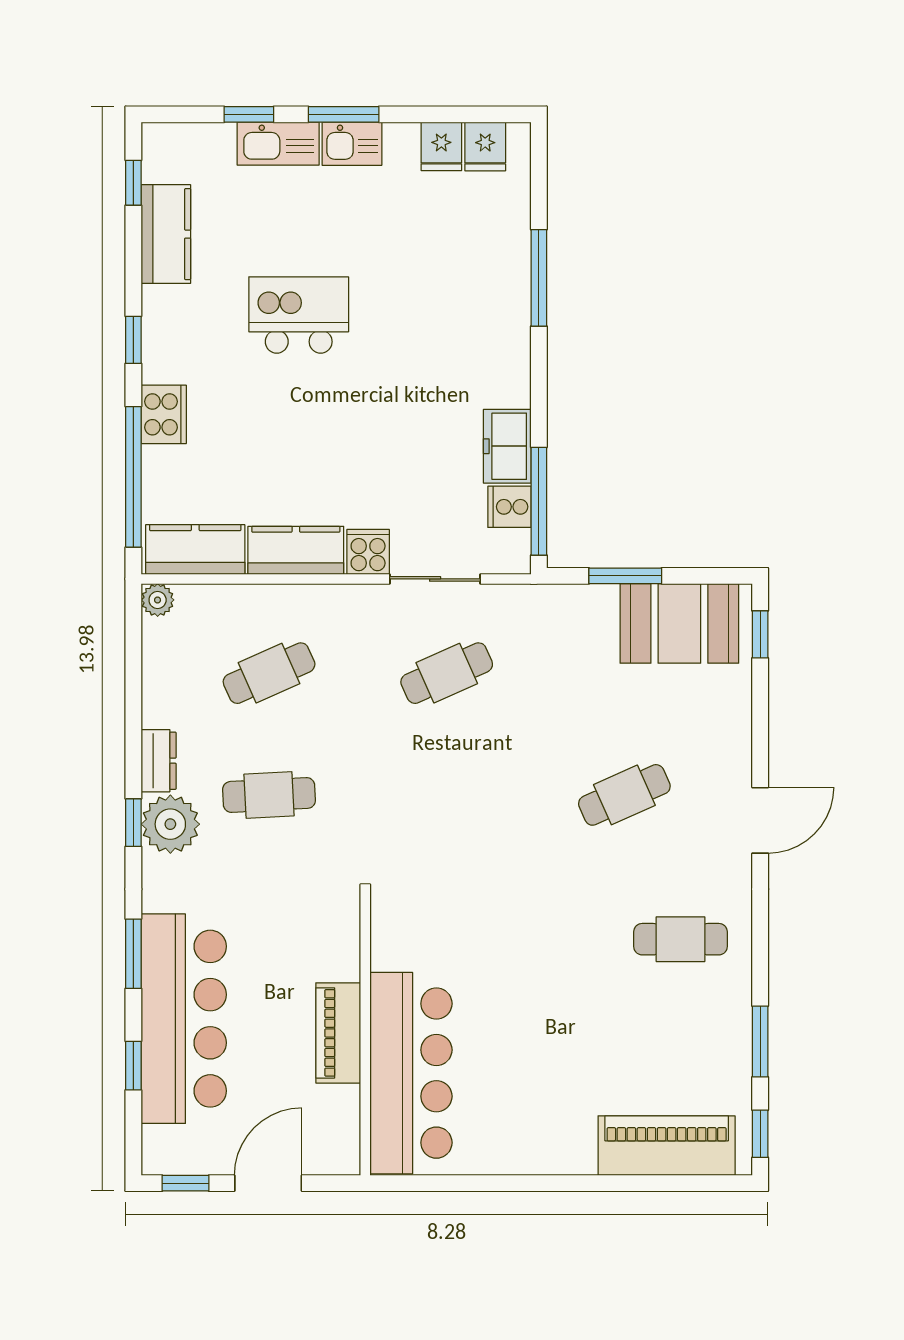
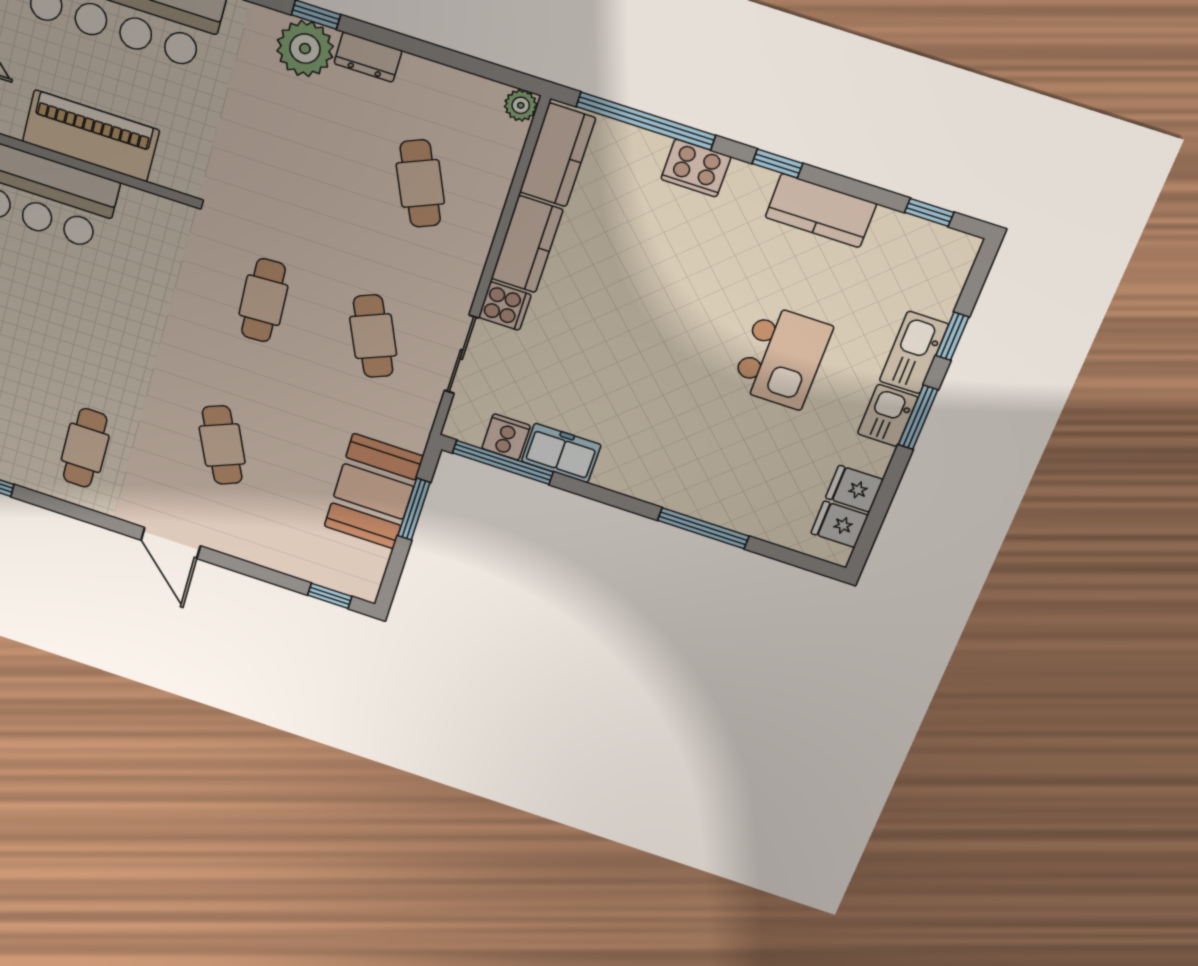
kitchen counter: (166, 234) -> (821, 211), moved
kitchen island: (299, 315) -> (782, 357), moved
booth: (679, 623) -> (373, 491), moved
cafe table: (269, 795) -> (263, 300), moved
piano: (338, 1033) -> (91, 136), width x1.37, depth x1.33

